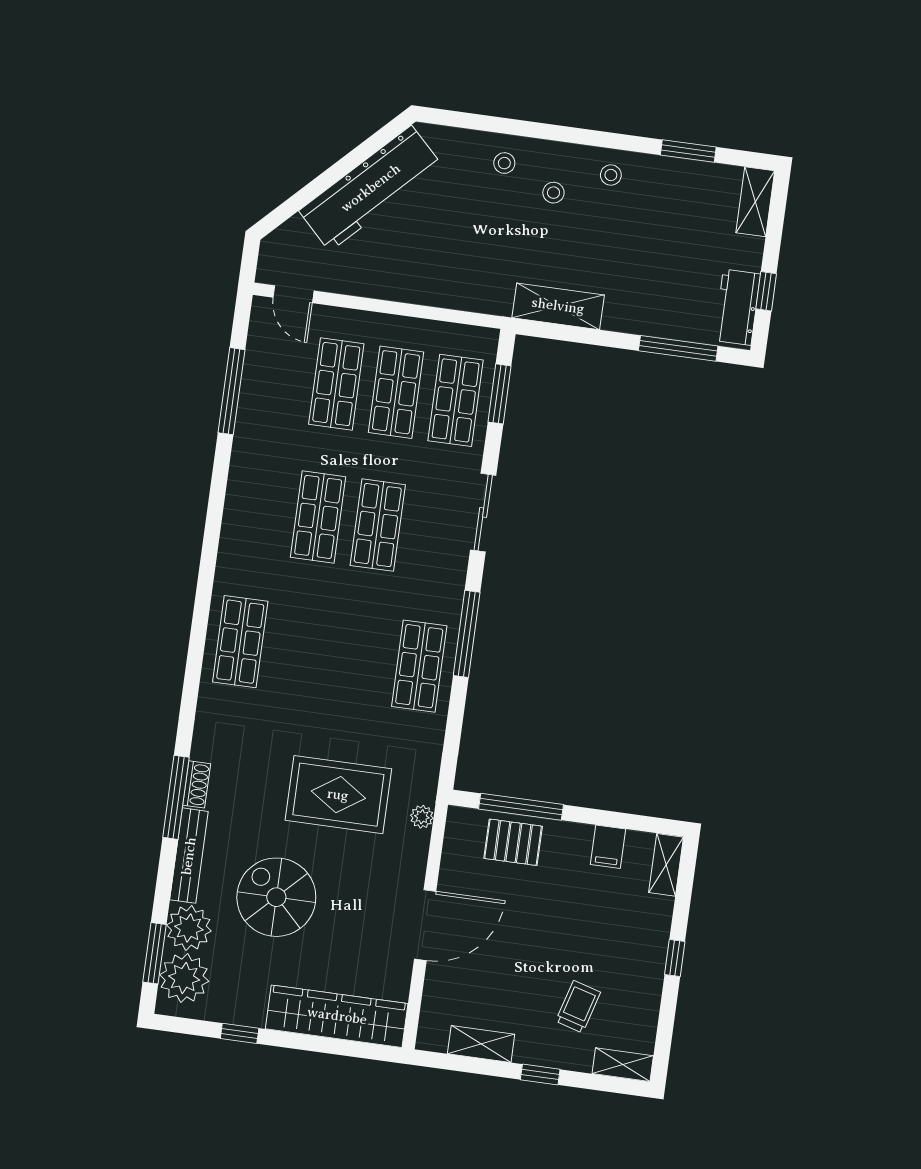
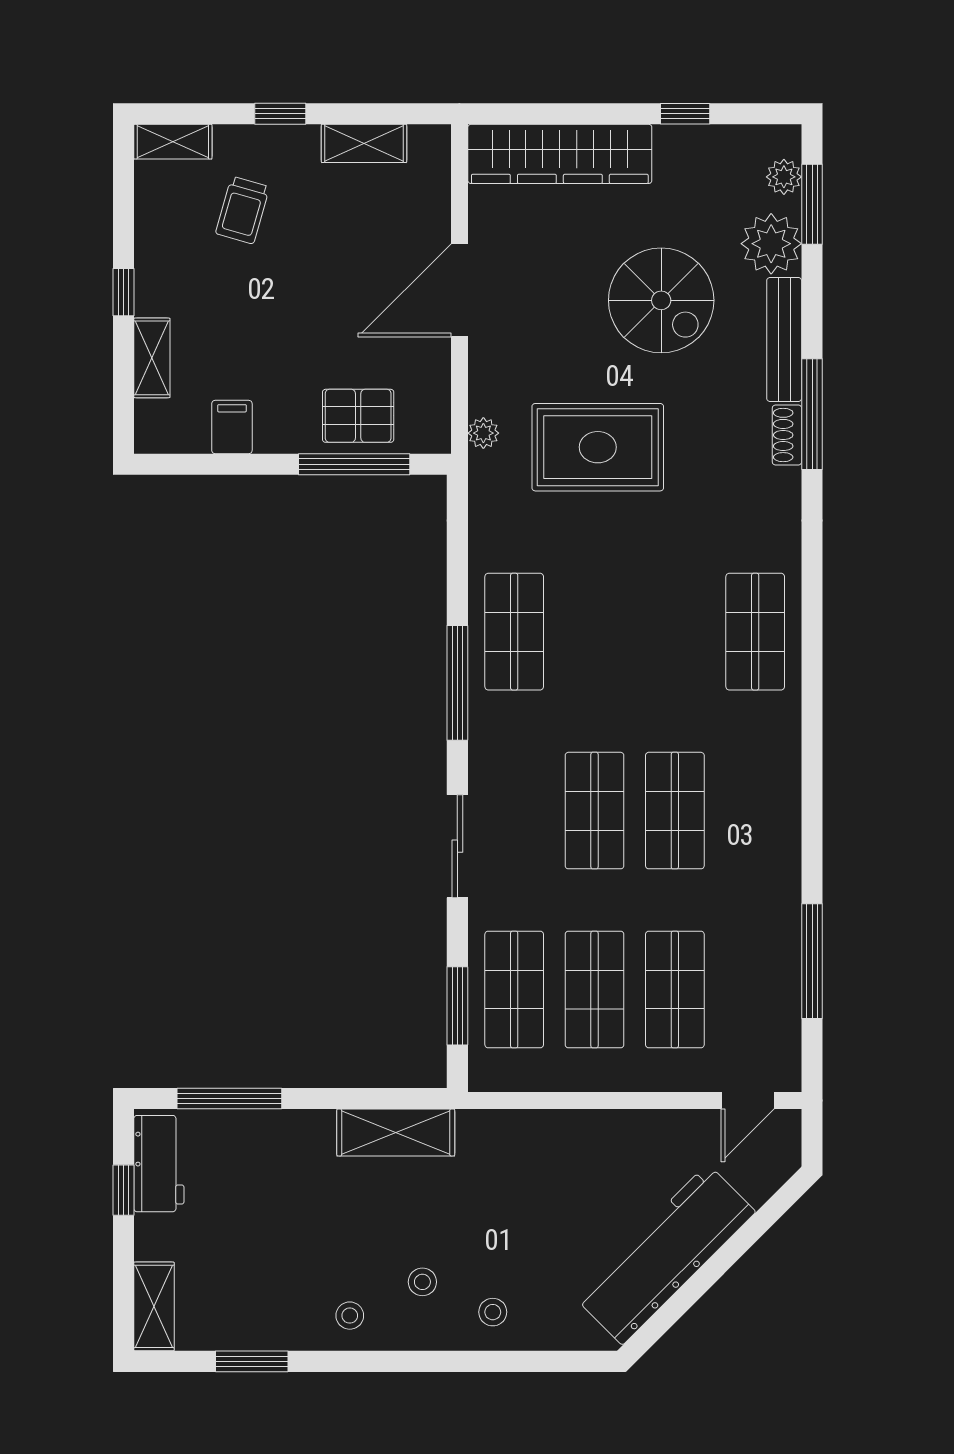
door: (294, 294) -> (748, 1101), swing flipped
shelving: (666, 865) -> (152, 358), moved
plant: (184, 978) -> (784, 177), width x0.53, depth x0.53

